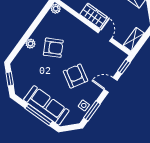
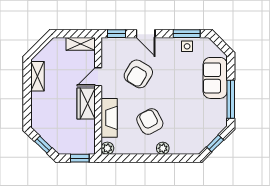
fireplace: (74, 24) -> (109, 118), added
armchair: (75, 76) -> (138, 74), moved
sofa: (46, 105) -> (215, 78), width x0.73
window: (39, 115) -> (231, 99), moved

